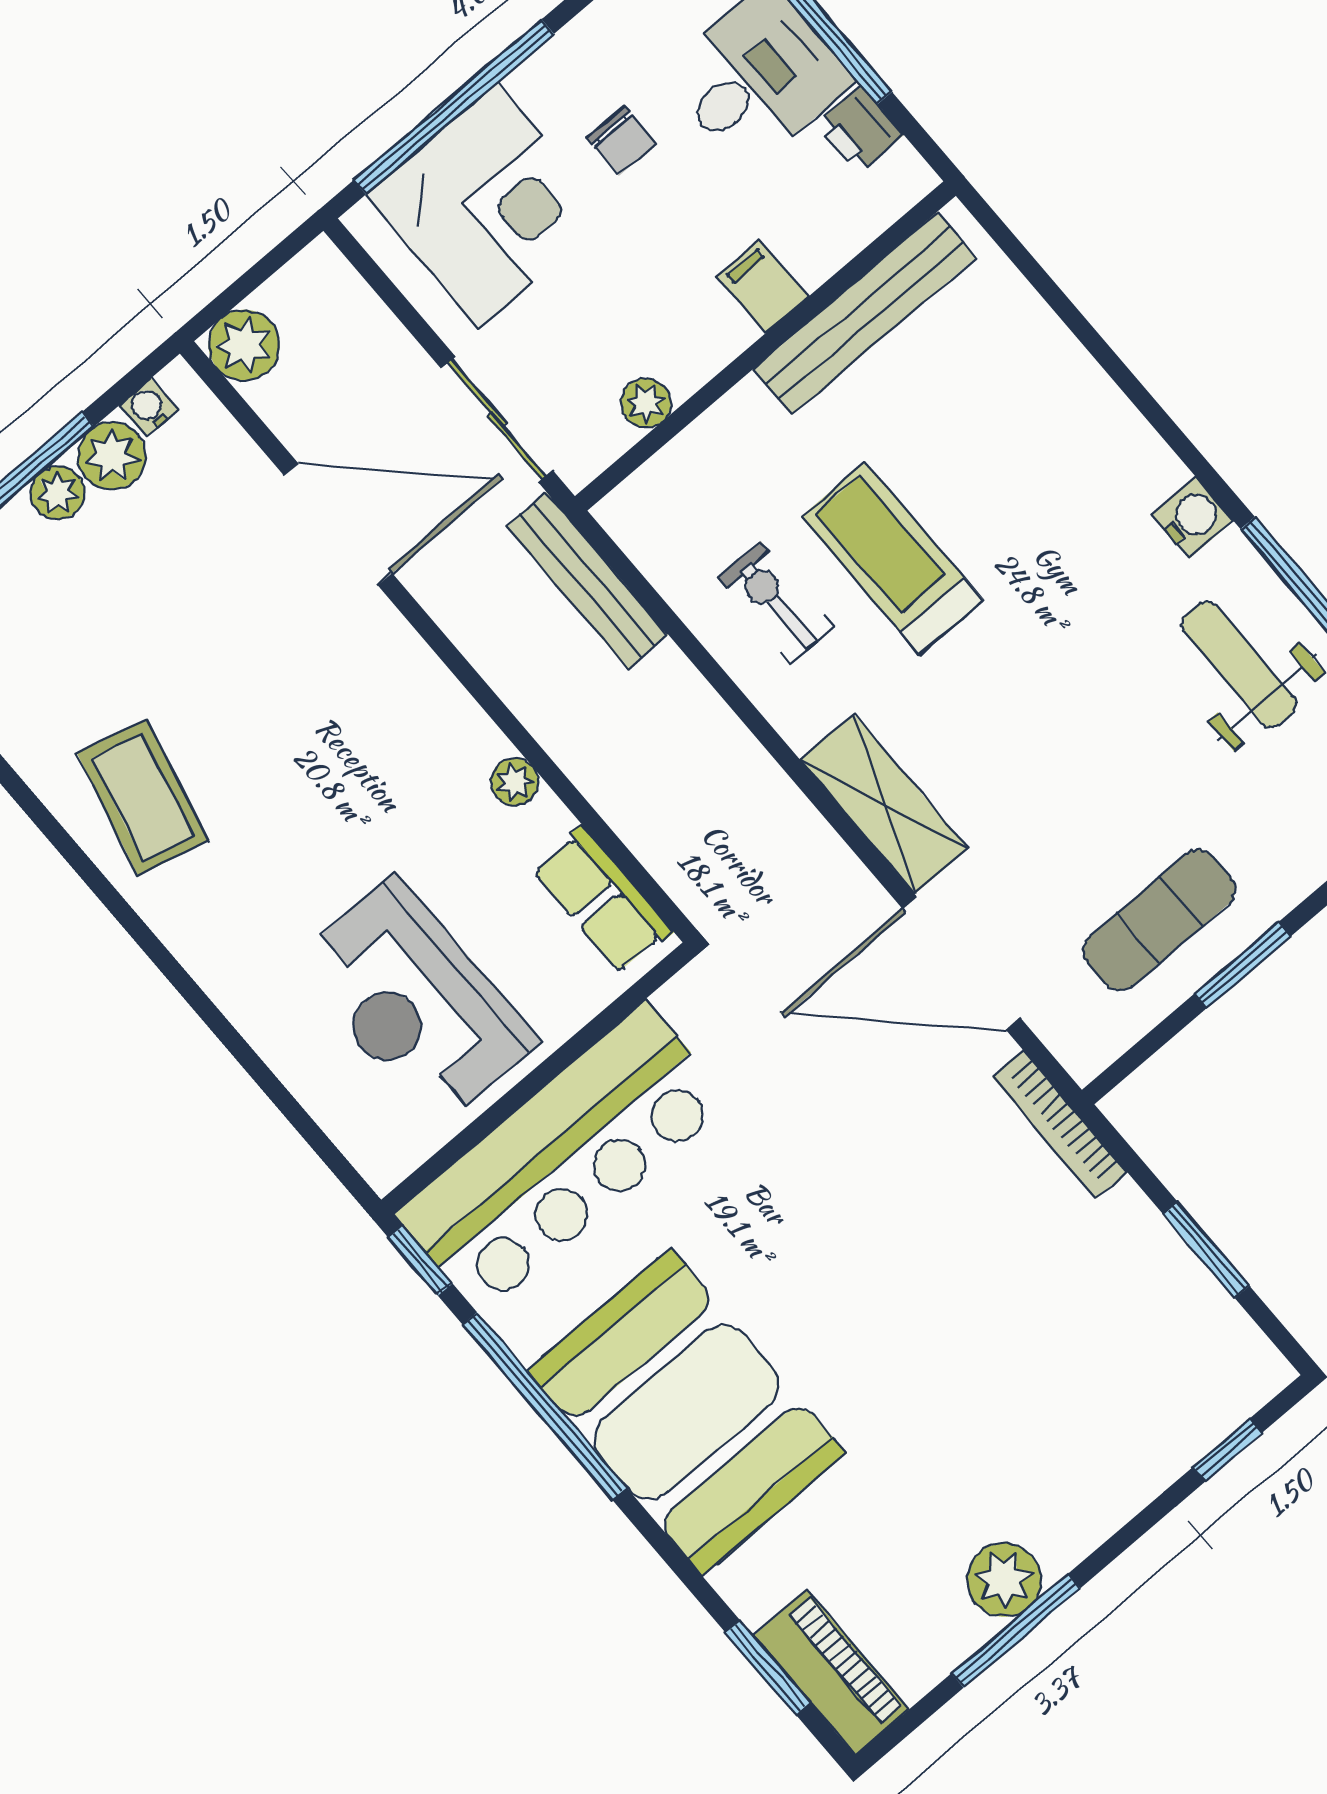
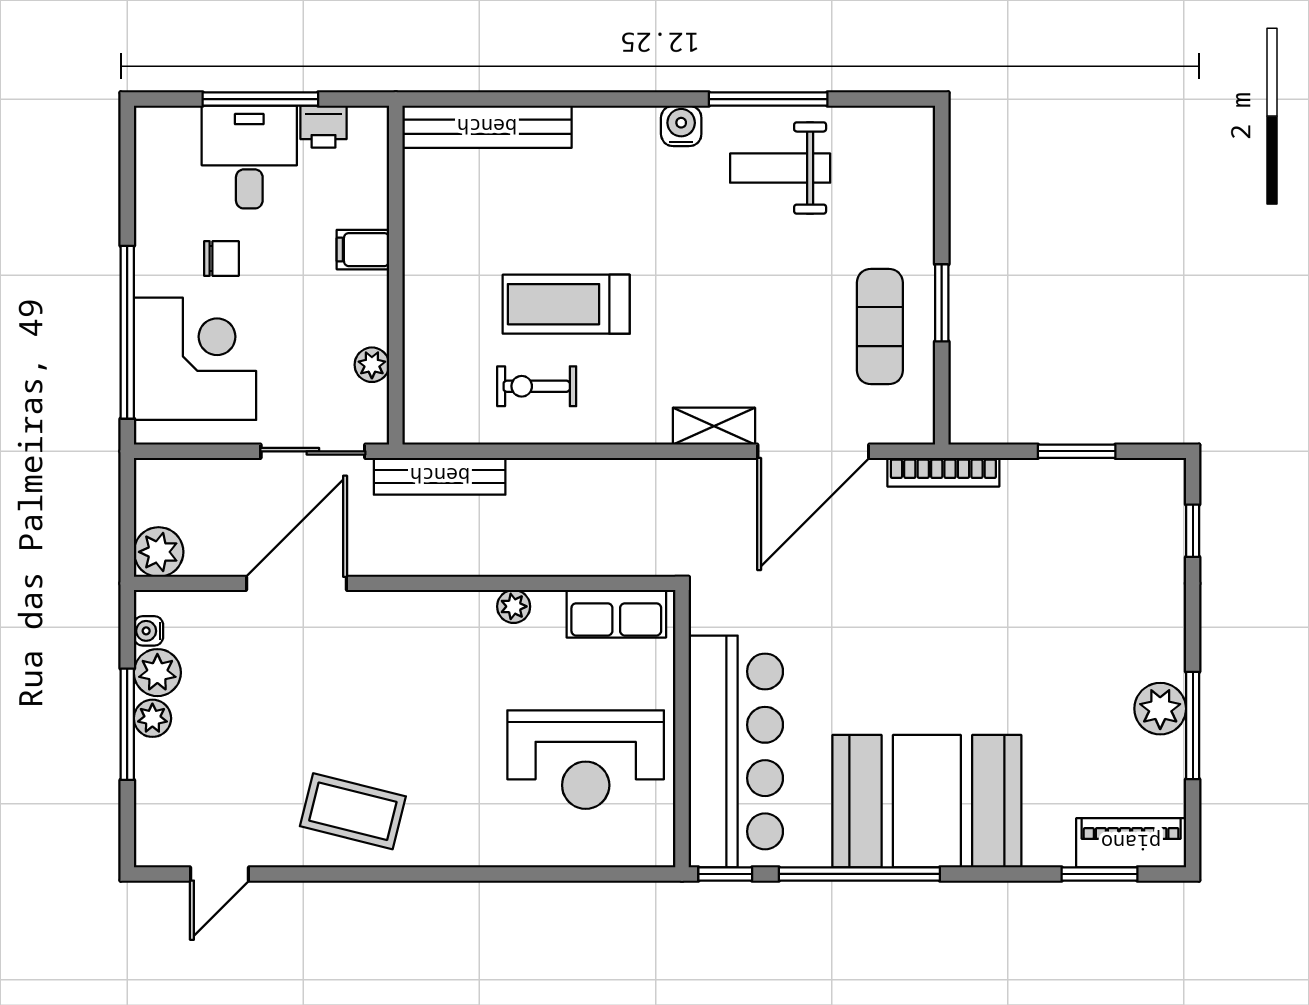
bench: (865, 313) -> (487, 127), moved, turned 90
shelving: (884, 804) -> (714, 426), width x0.67, depth x0.75

